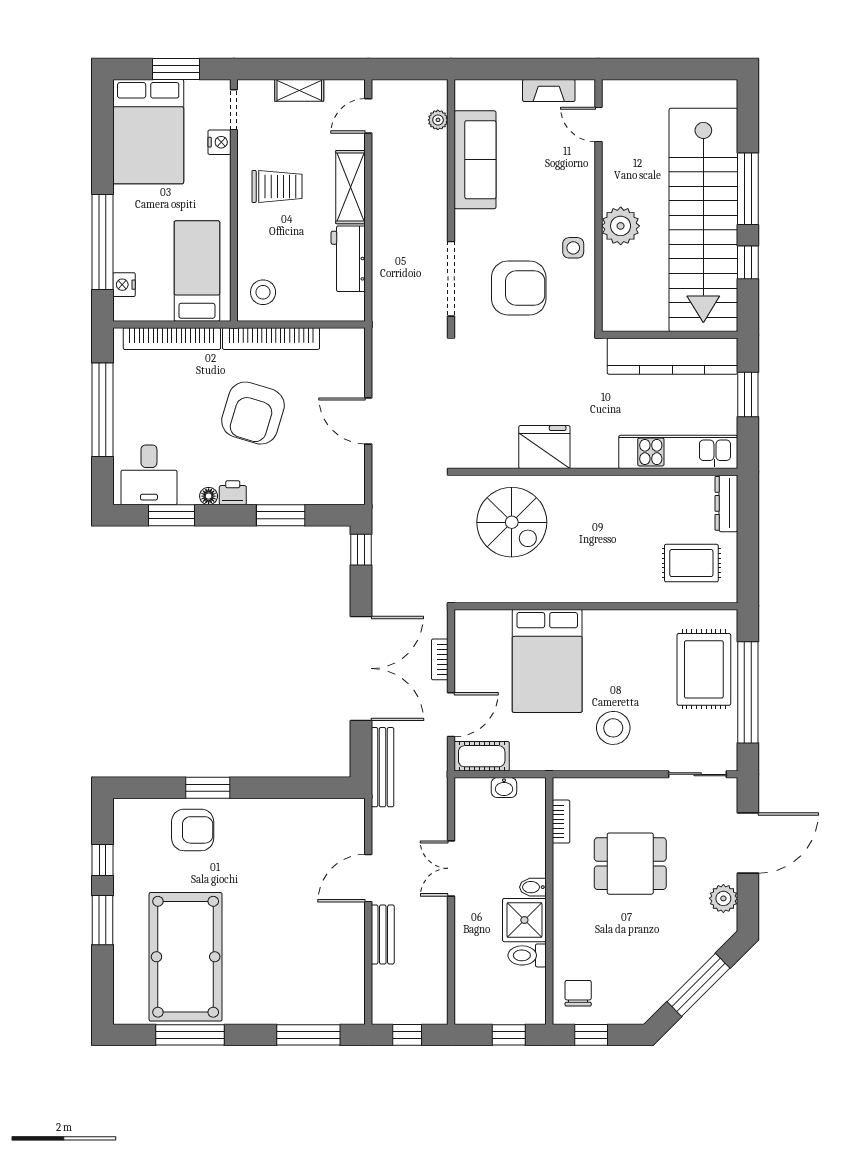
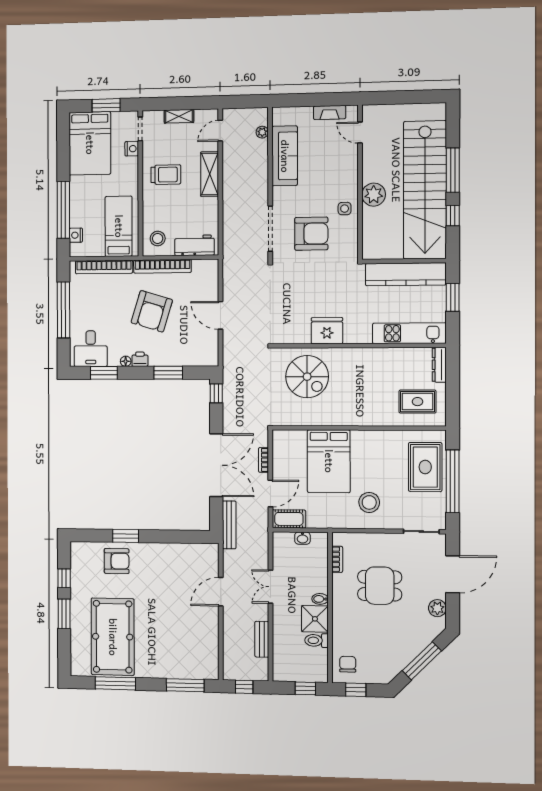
workbench: (348, 259) -> (195, 245), moved, turned 90
bench: (383, 934) -> (262, 639), moved

